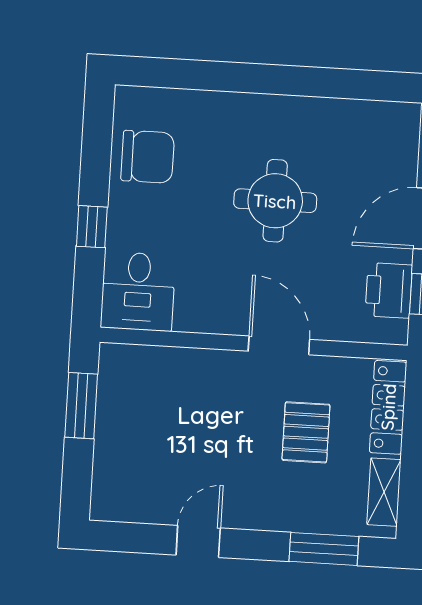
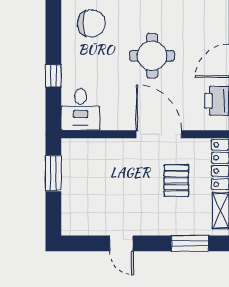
chair: (148, 157) -> (91, 23), moved
door: (279, 345) -> (159, 134), width x1.36
door: (198, 541) -> (121, 243), swing flipped

